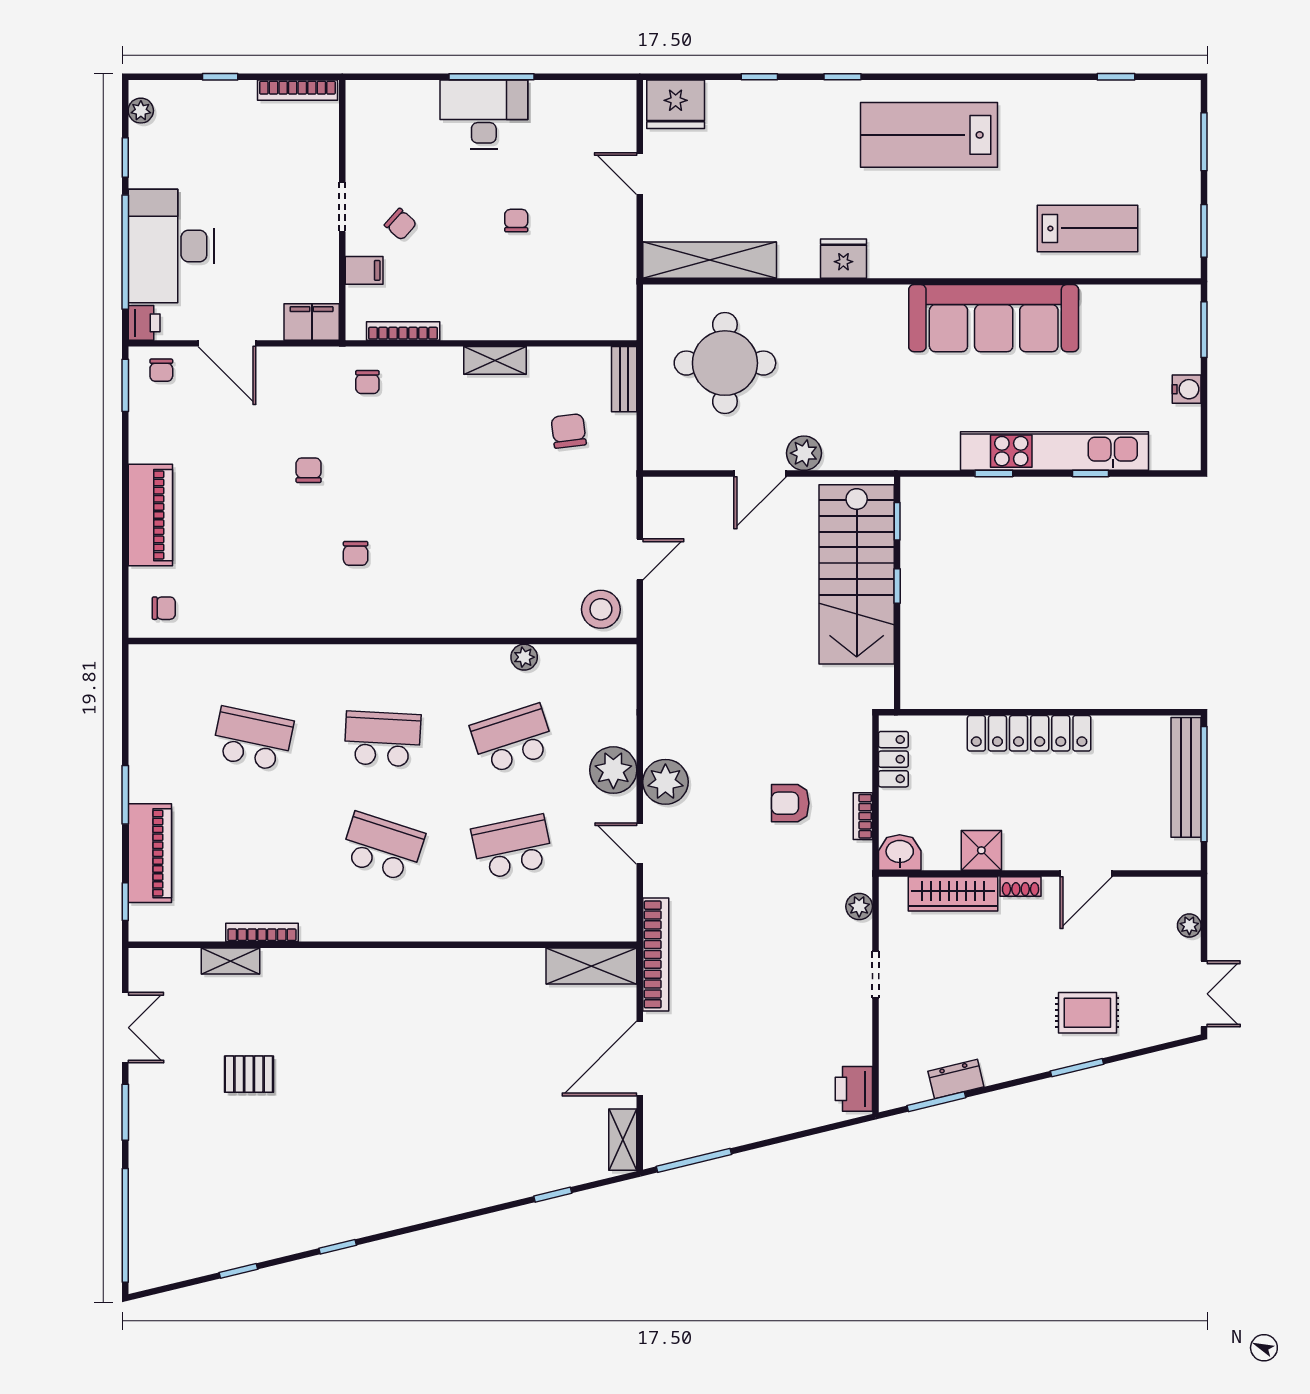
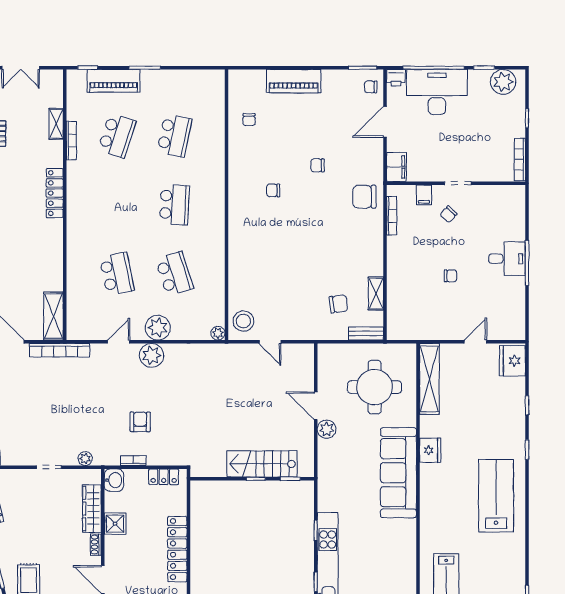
plant: (141, 111) -> (503, 82), width x1.88, depth x1.88
desk: (484, 114) -> (507, 259), width x0.73
sofa: (994, 318) -> (398, 473), moved
shelving: (495, 360) -> (376, 294), moved
chair: (367, 382) -> (364, 197), width x1.87, depth x1.87
chair: (309, 470) -> (318, 165), turned 180
stairs: (857, 574) -> (262, 464), width x0.73, depth x0.66
chair: (164, 608) -> (249, 120), moved
plant: (524, 657) -> (218, 333), moved
school desk: (382, 847) -> (117, 136), moved
locker: (361, 964) -> (55, 193), added

